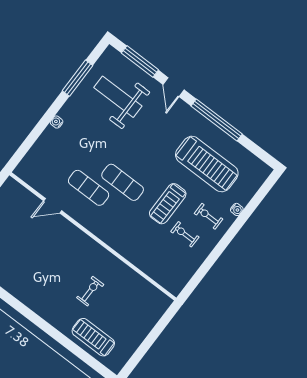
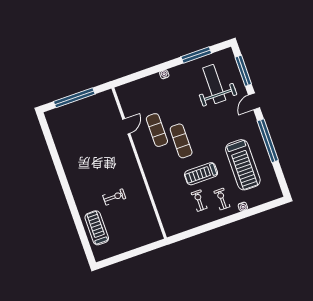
door: (53, 206) -> (126, 126), swing flipped

